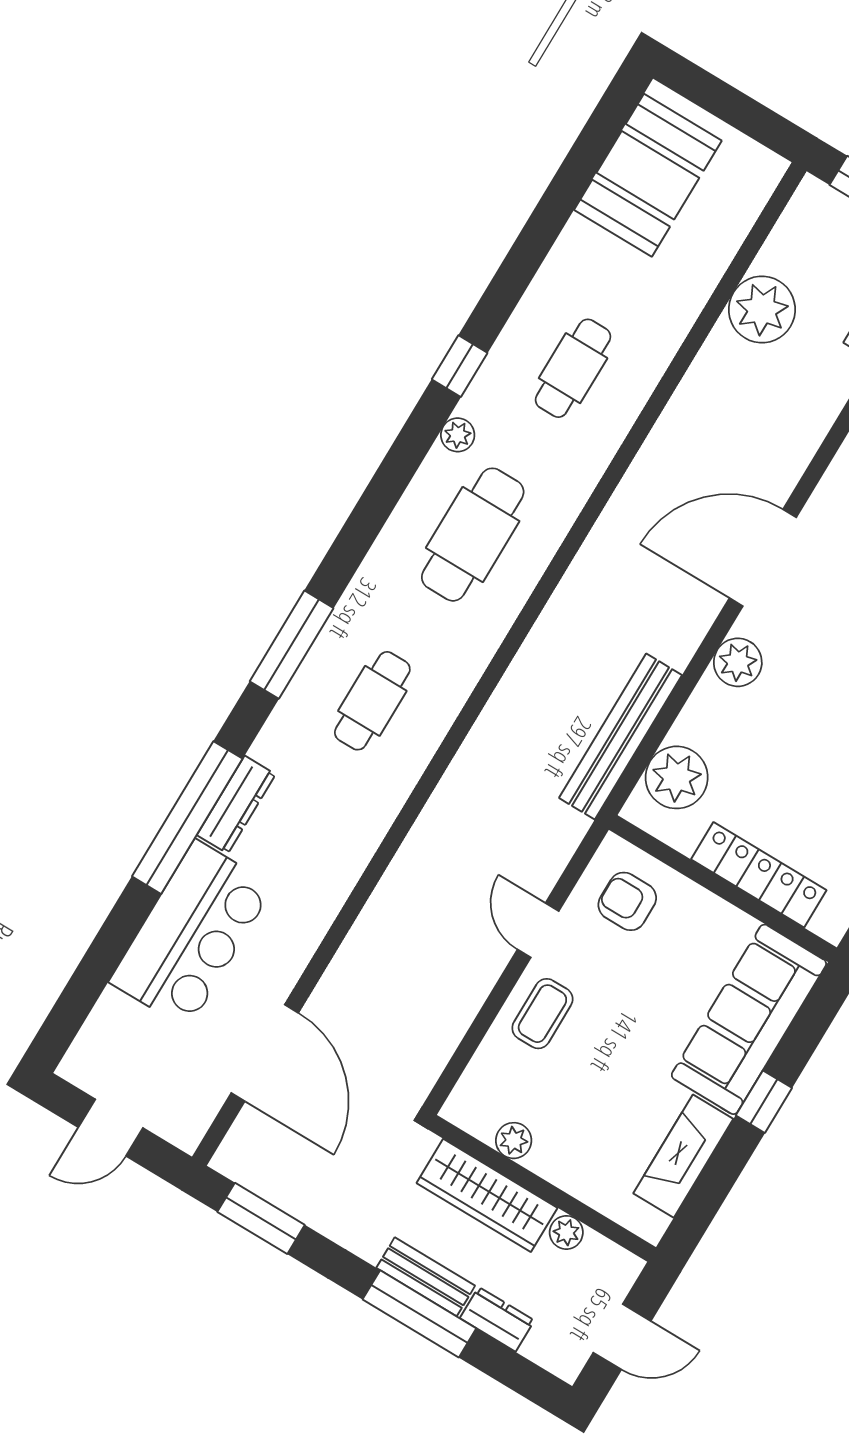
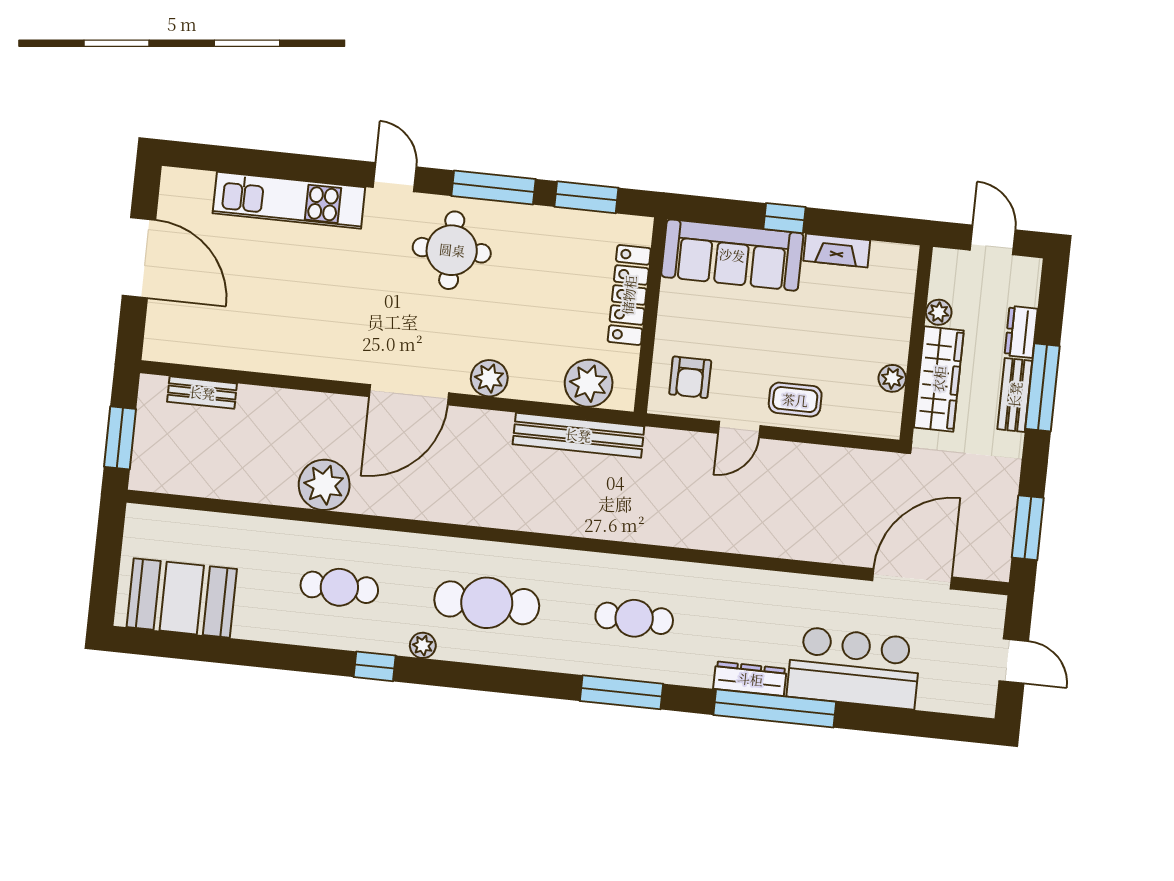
plant: (762, 310) -> (324, 485), moved
door: (763, 558) -> (409, 395), hinge flipped
fireplace: (683, 1156) -> (837, 250), width x0.73, depth x0.76

